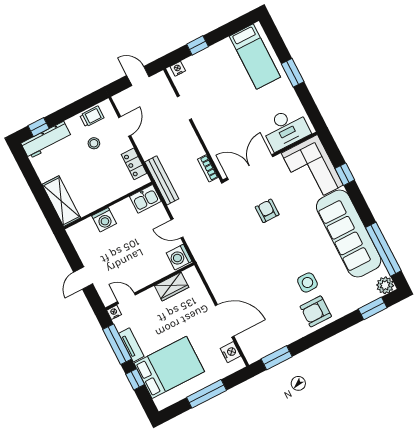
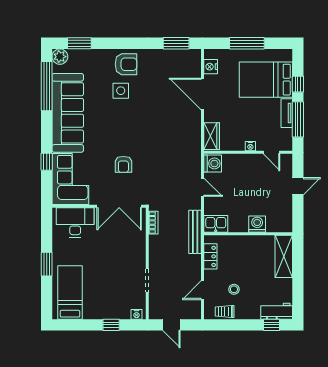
workbench: (46, 140) -> (277, 311), width x0.73
wardrobe: (172, 287) -> (212, 136), moved, turned 90
nightstand: (114, 312) -> (250, 146), moved

